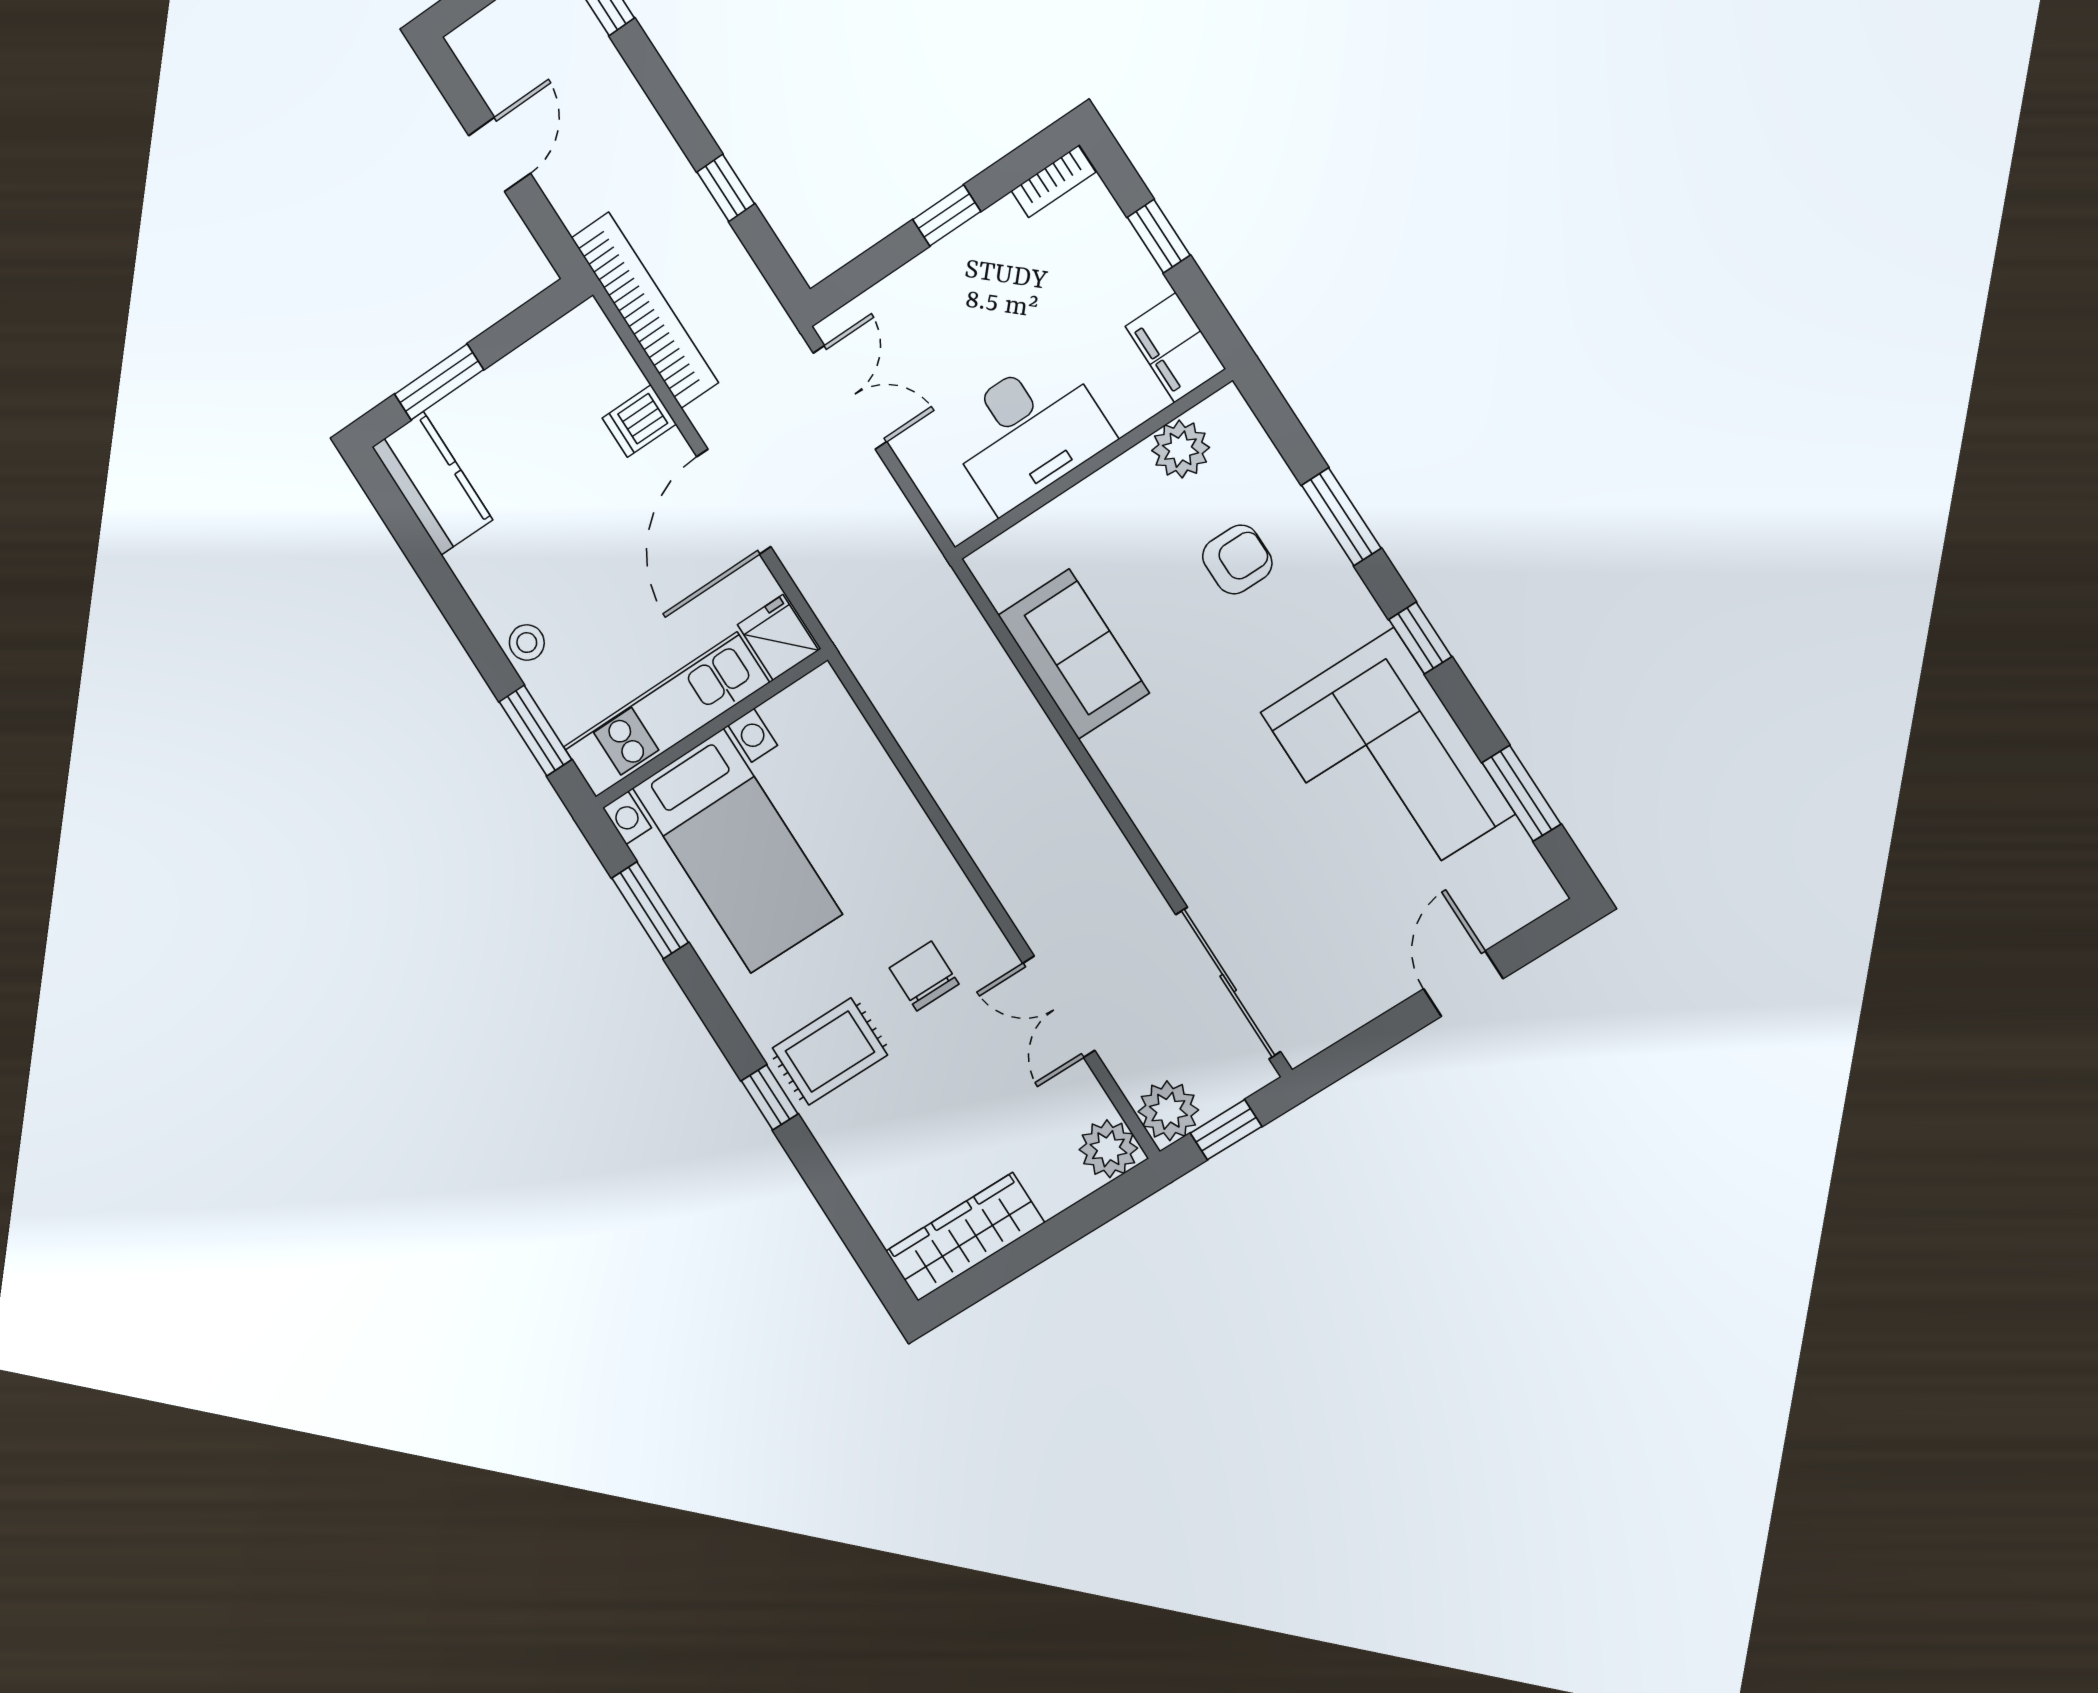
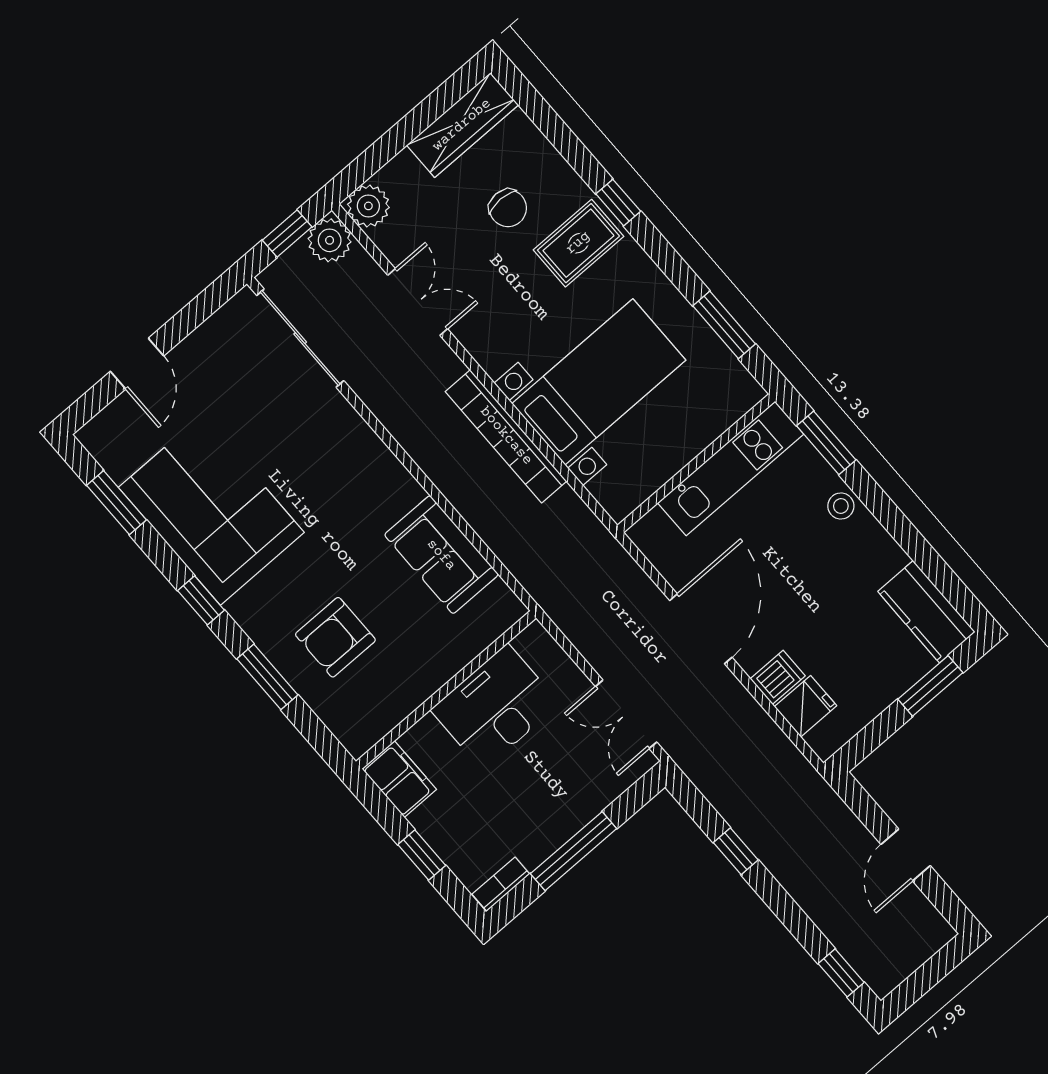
window: (947, 215) -> (574, 851), width x2.17
bookcase: (645, 310) -> (506, 436), moved
plant: (1181, 449) -> (386, 709), removed
armchair: (1237, 559) -> (335, 637), width x1.38, depth x1.38
fridge: (778, 637) -> (806, 706), moved, turned -90
bed with nightstands: (737, 851) -> (599, 382), moved, turned 90
chair: (924, 976) -> (508, 208), moved

